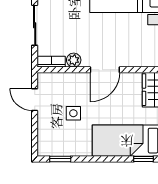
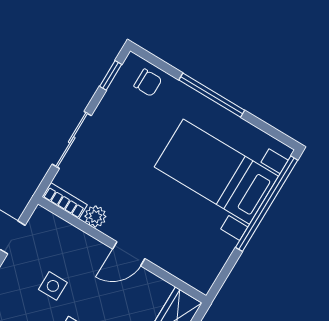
door: (105, 70) -> (129, 254), width x0.73

